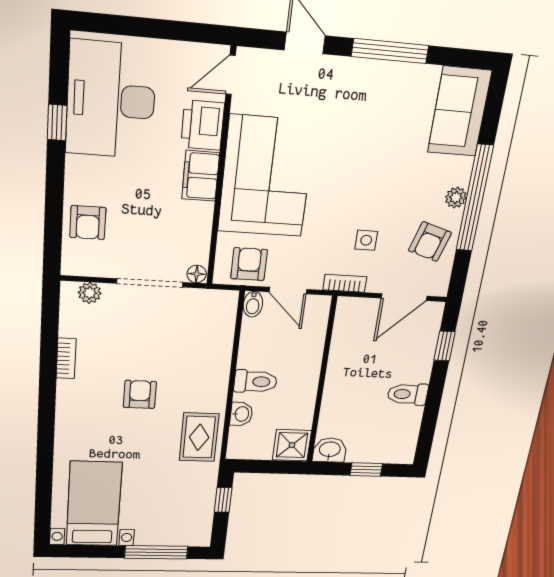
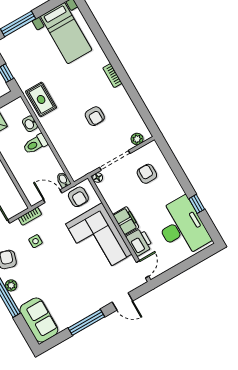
armchair: (88, 223) -> (147, 174), moved
bookcase: (66, 358) -> (112, 76), moved
armchair: (140, 394) -> (95, 116), moved

